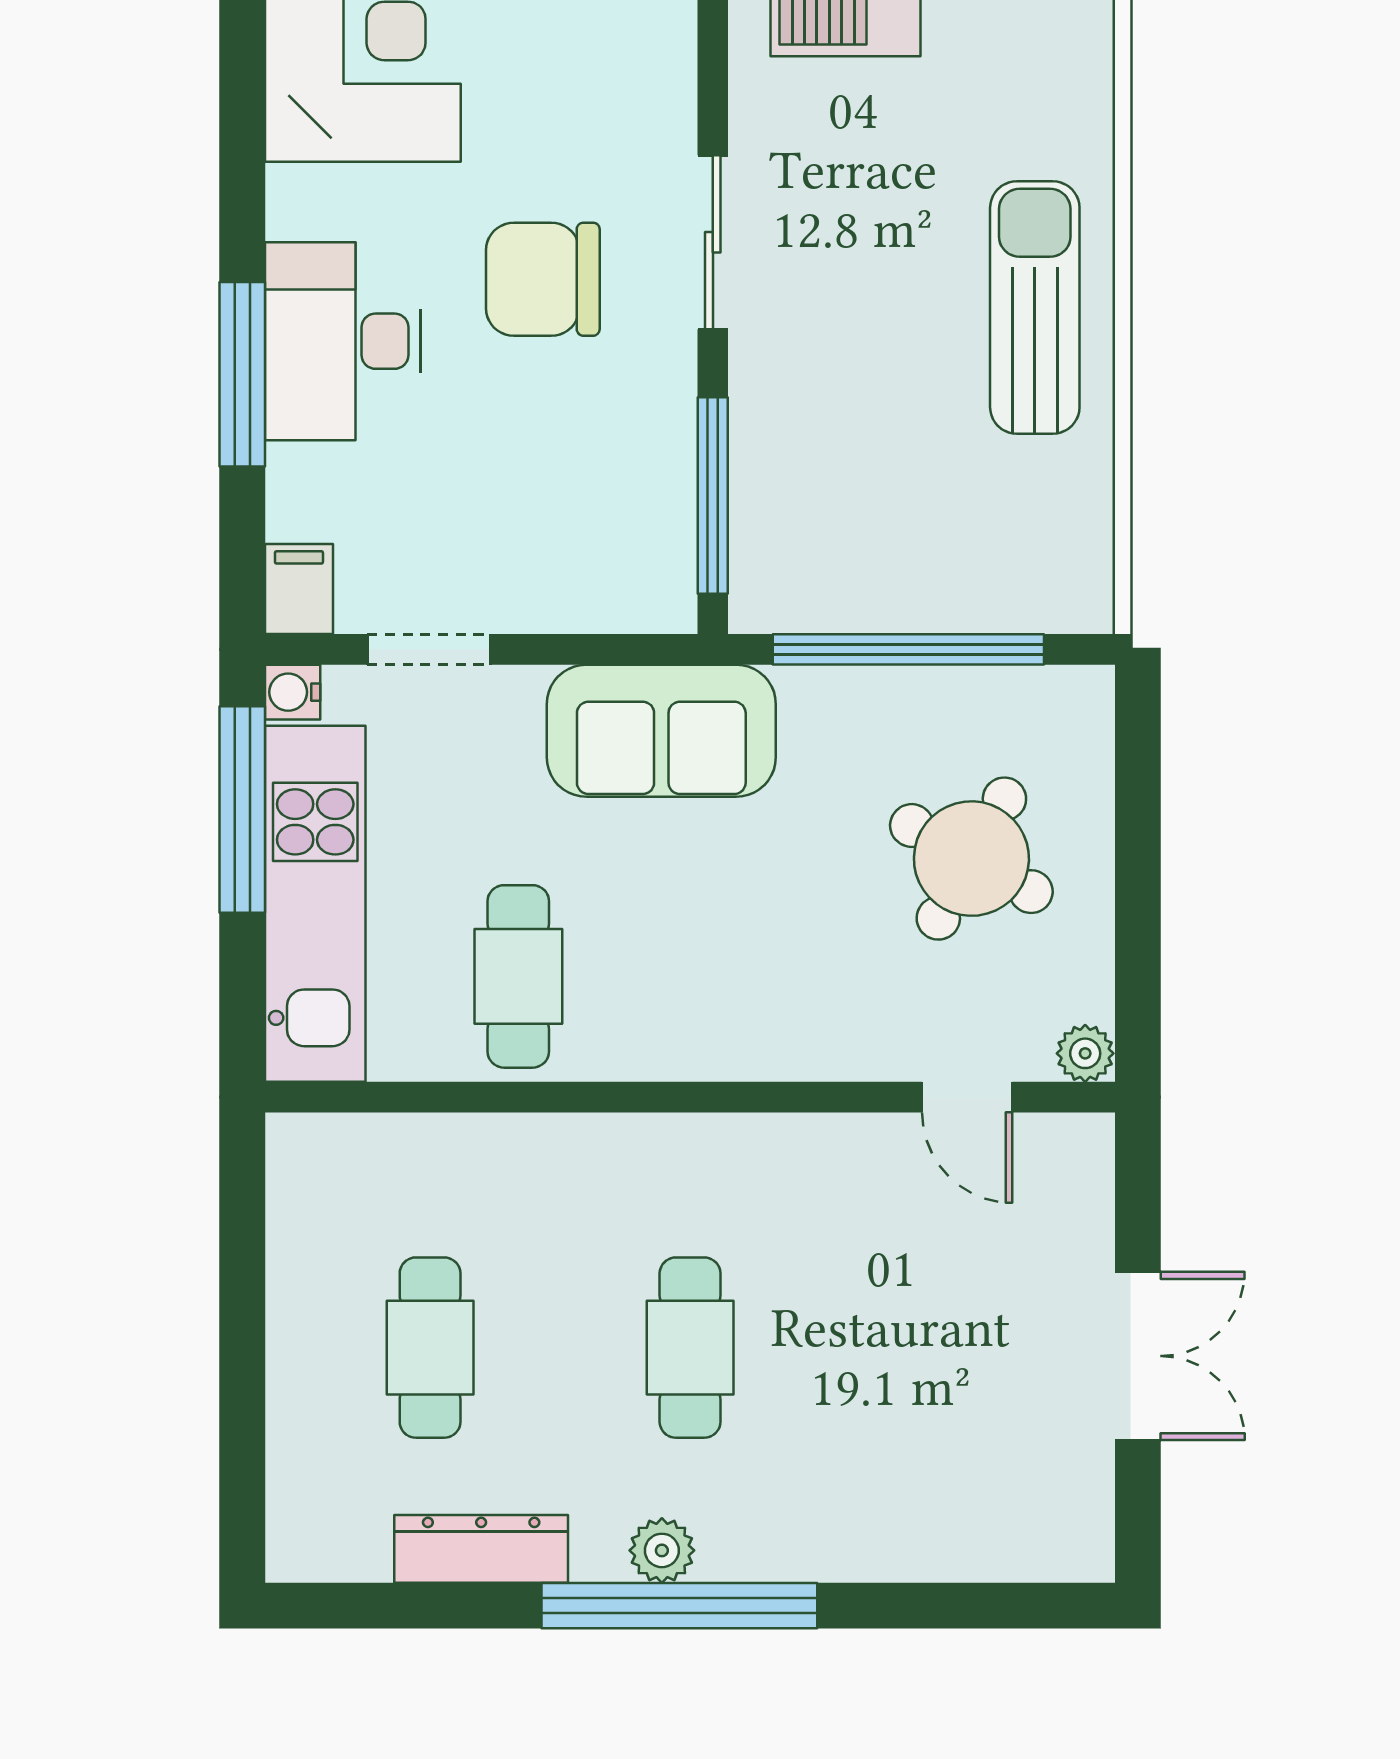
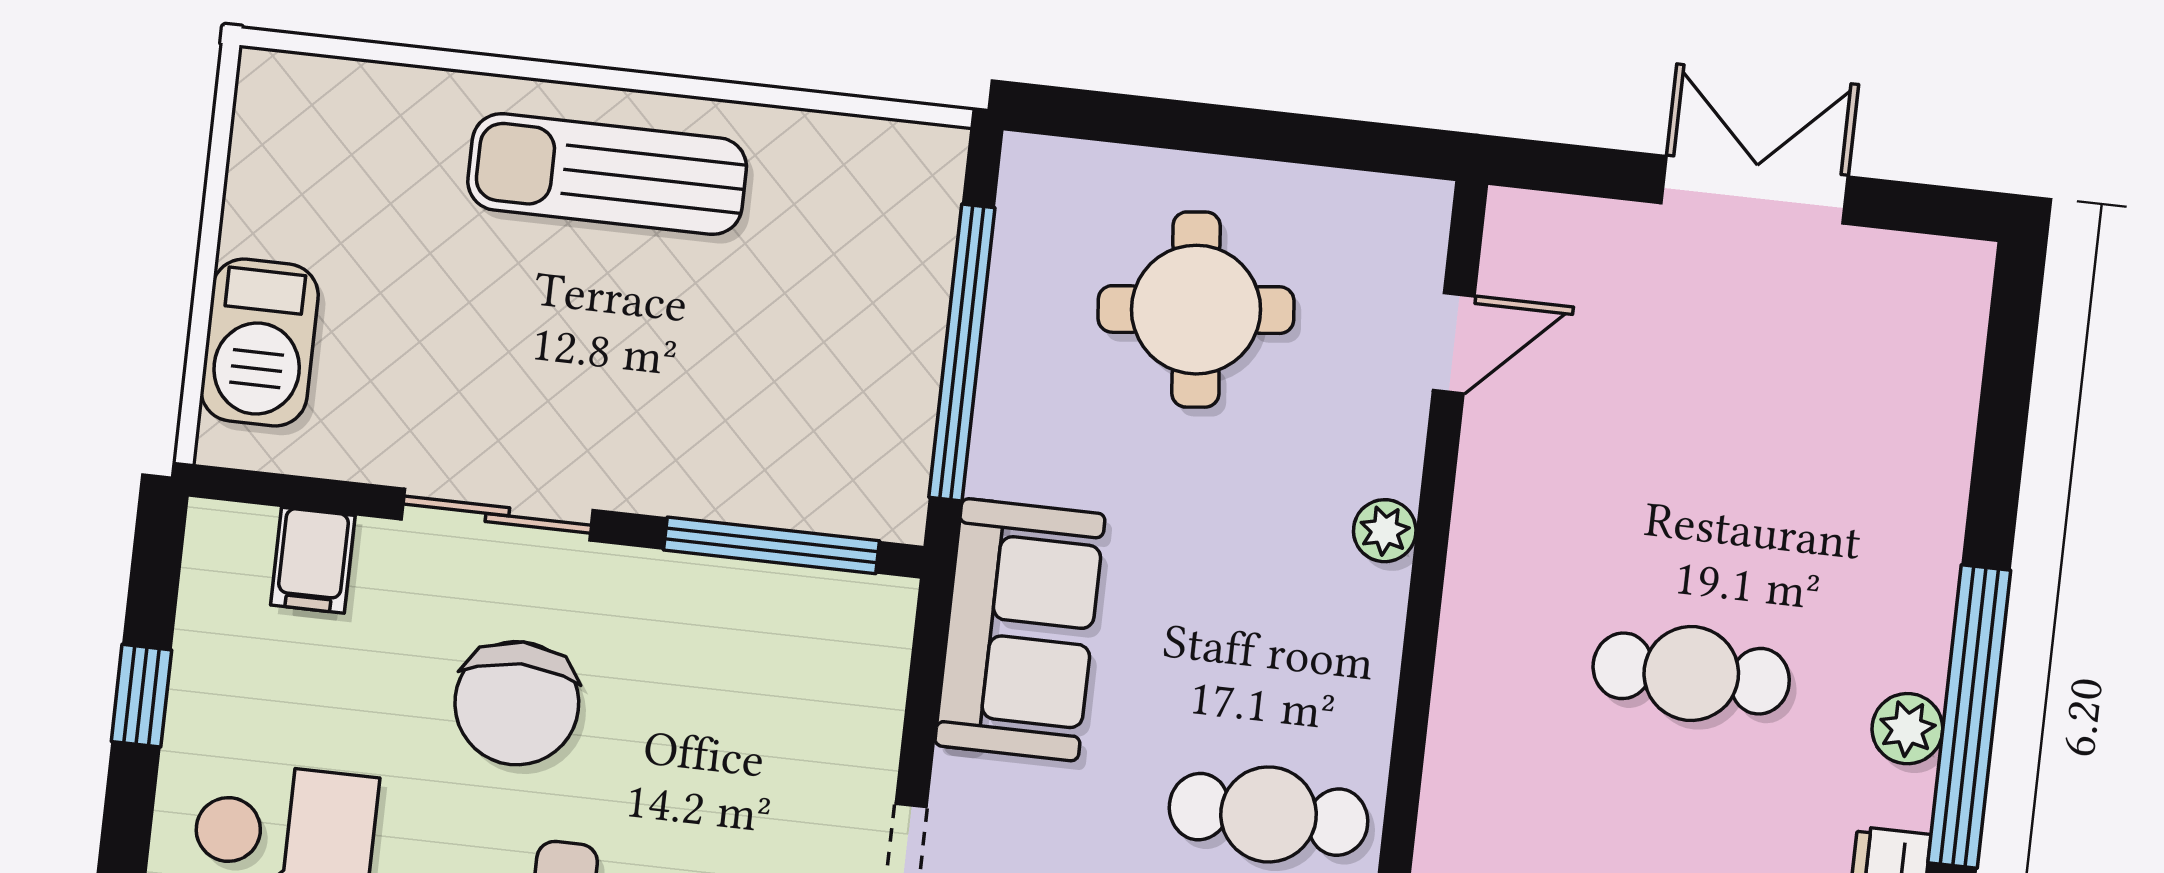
filing cabinet: (652, 78) -> (313, 560), added
round table: (971, 859) -> (1196, 310), turned -35
plant: (1085, 1053) -> (1385, 531), moved

